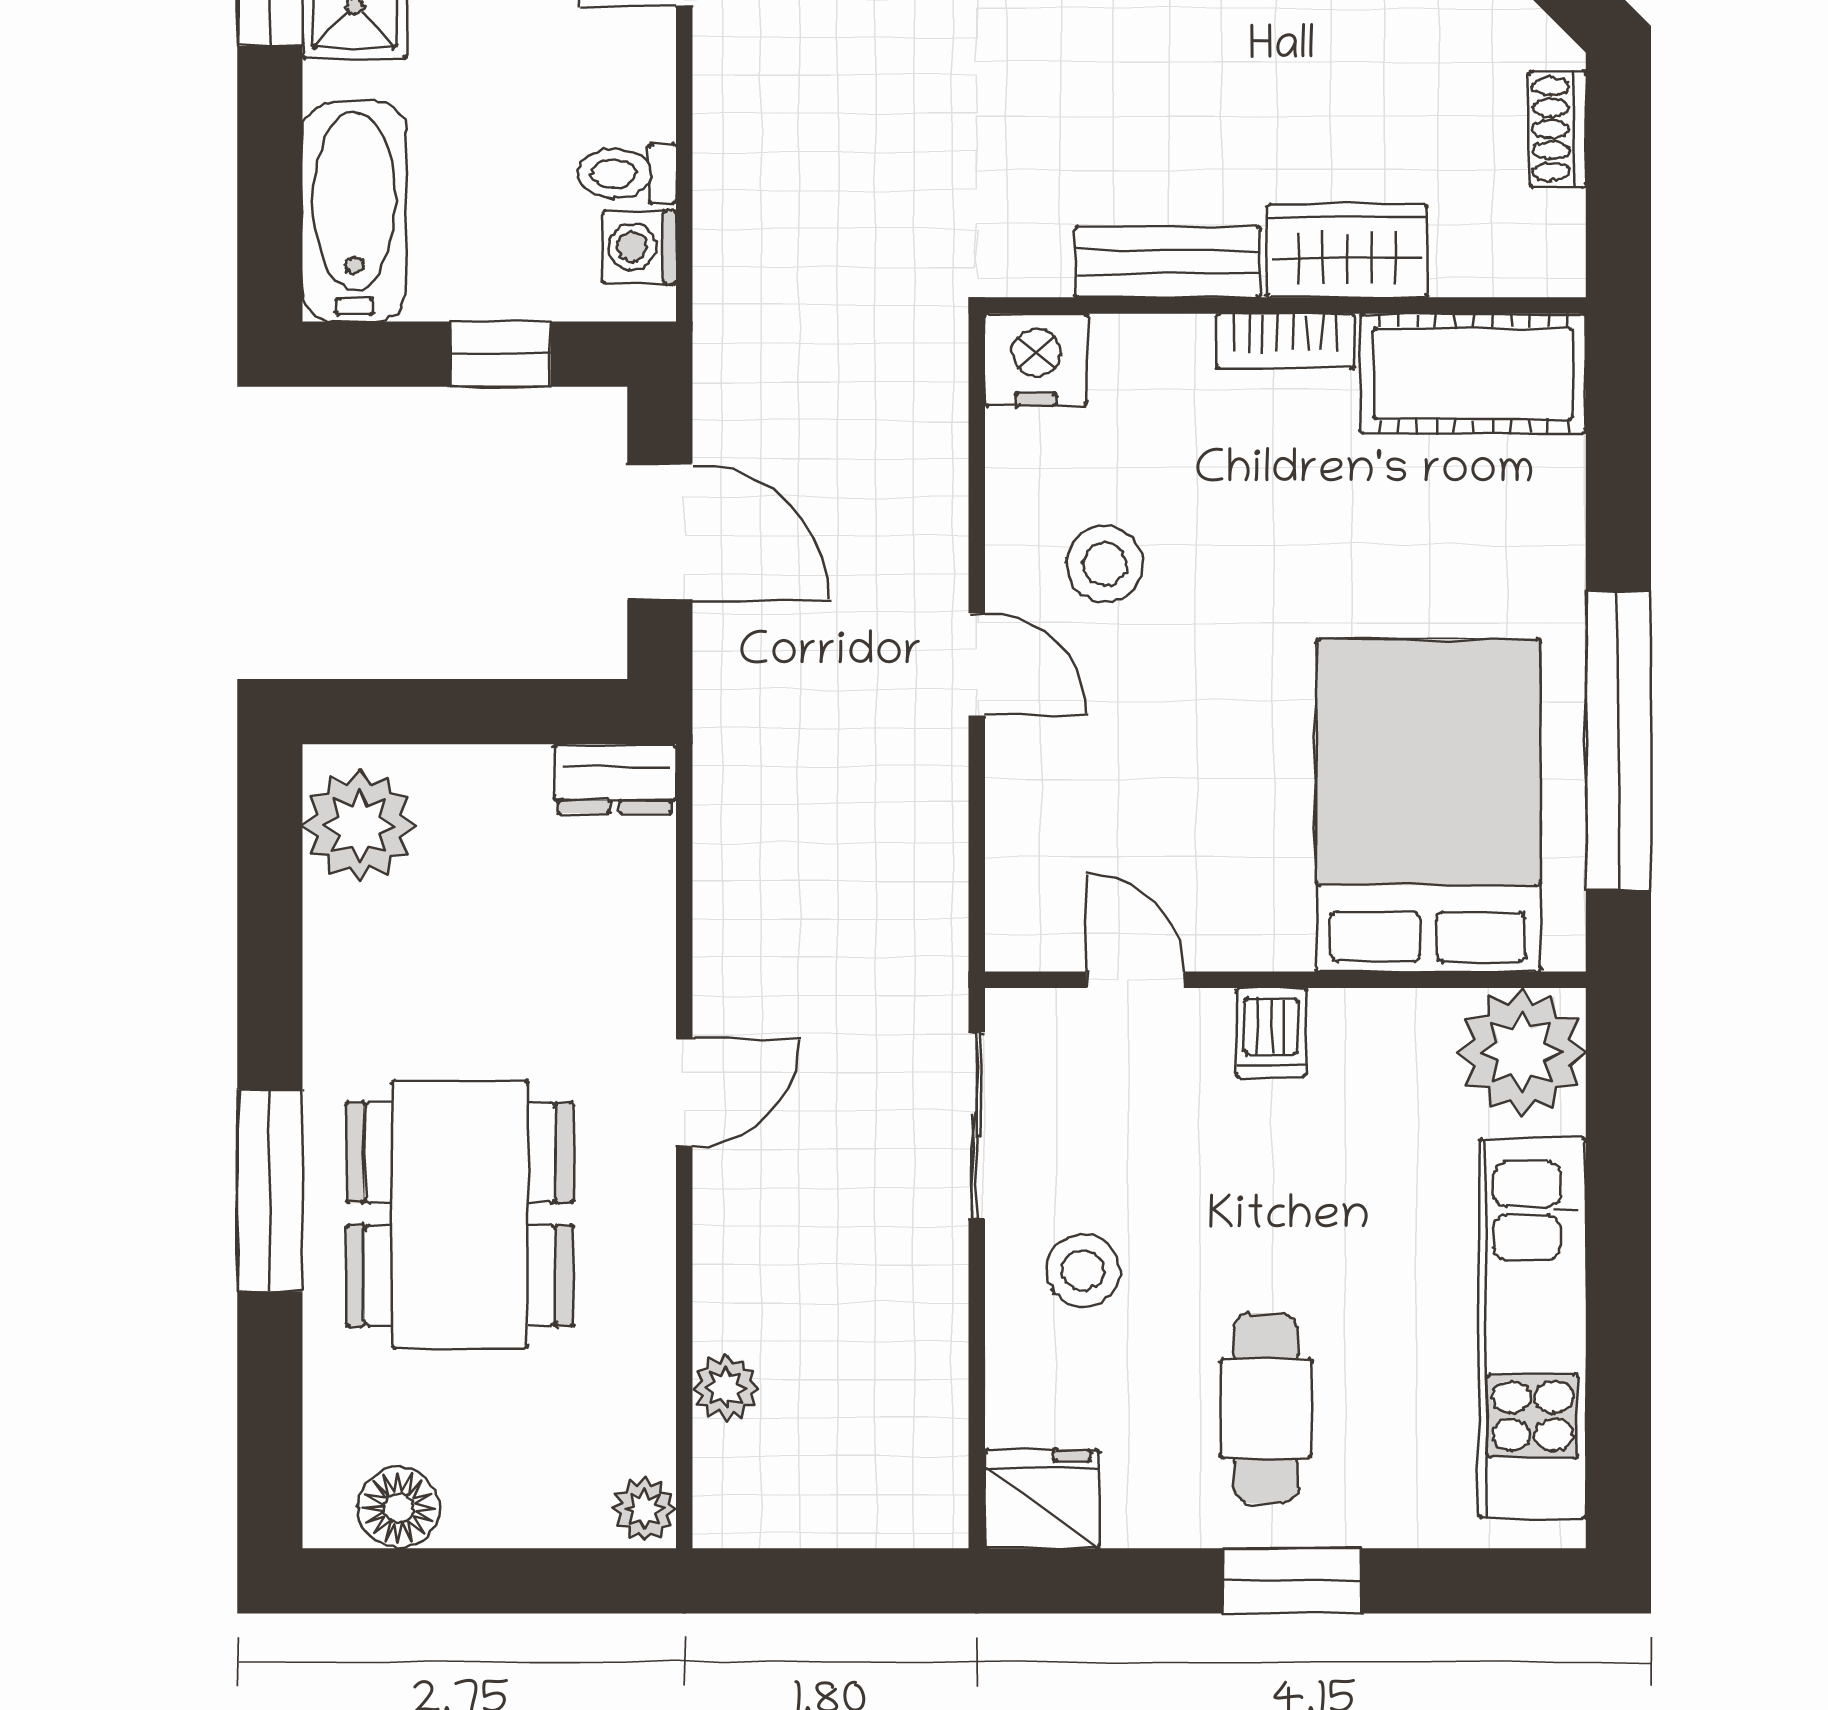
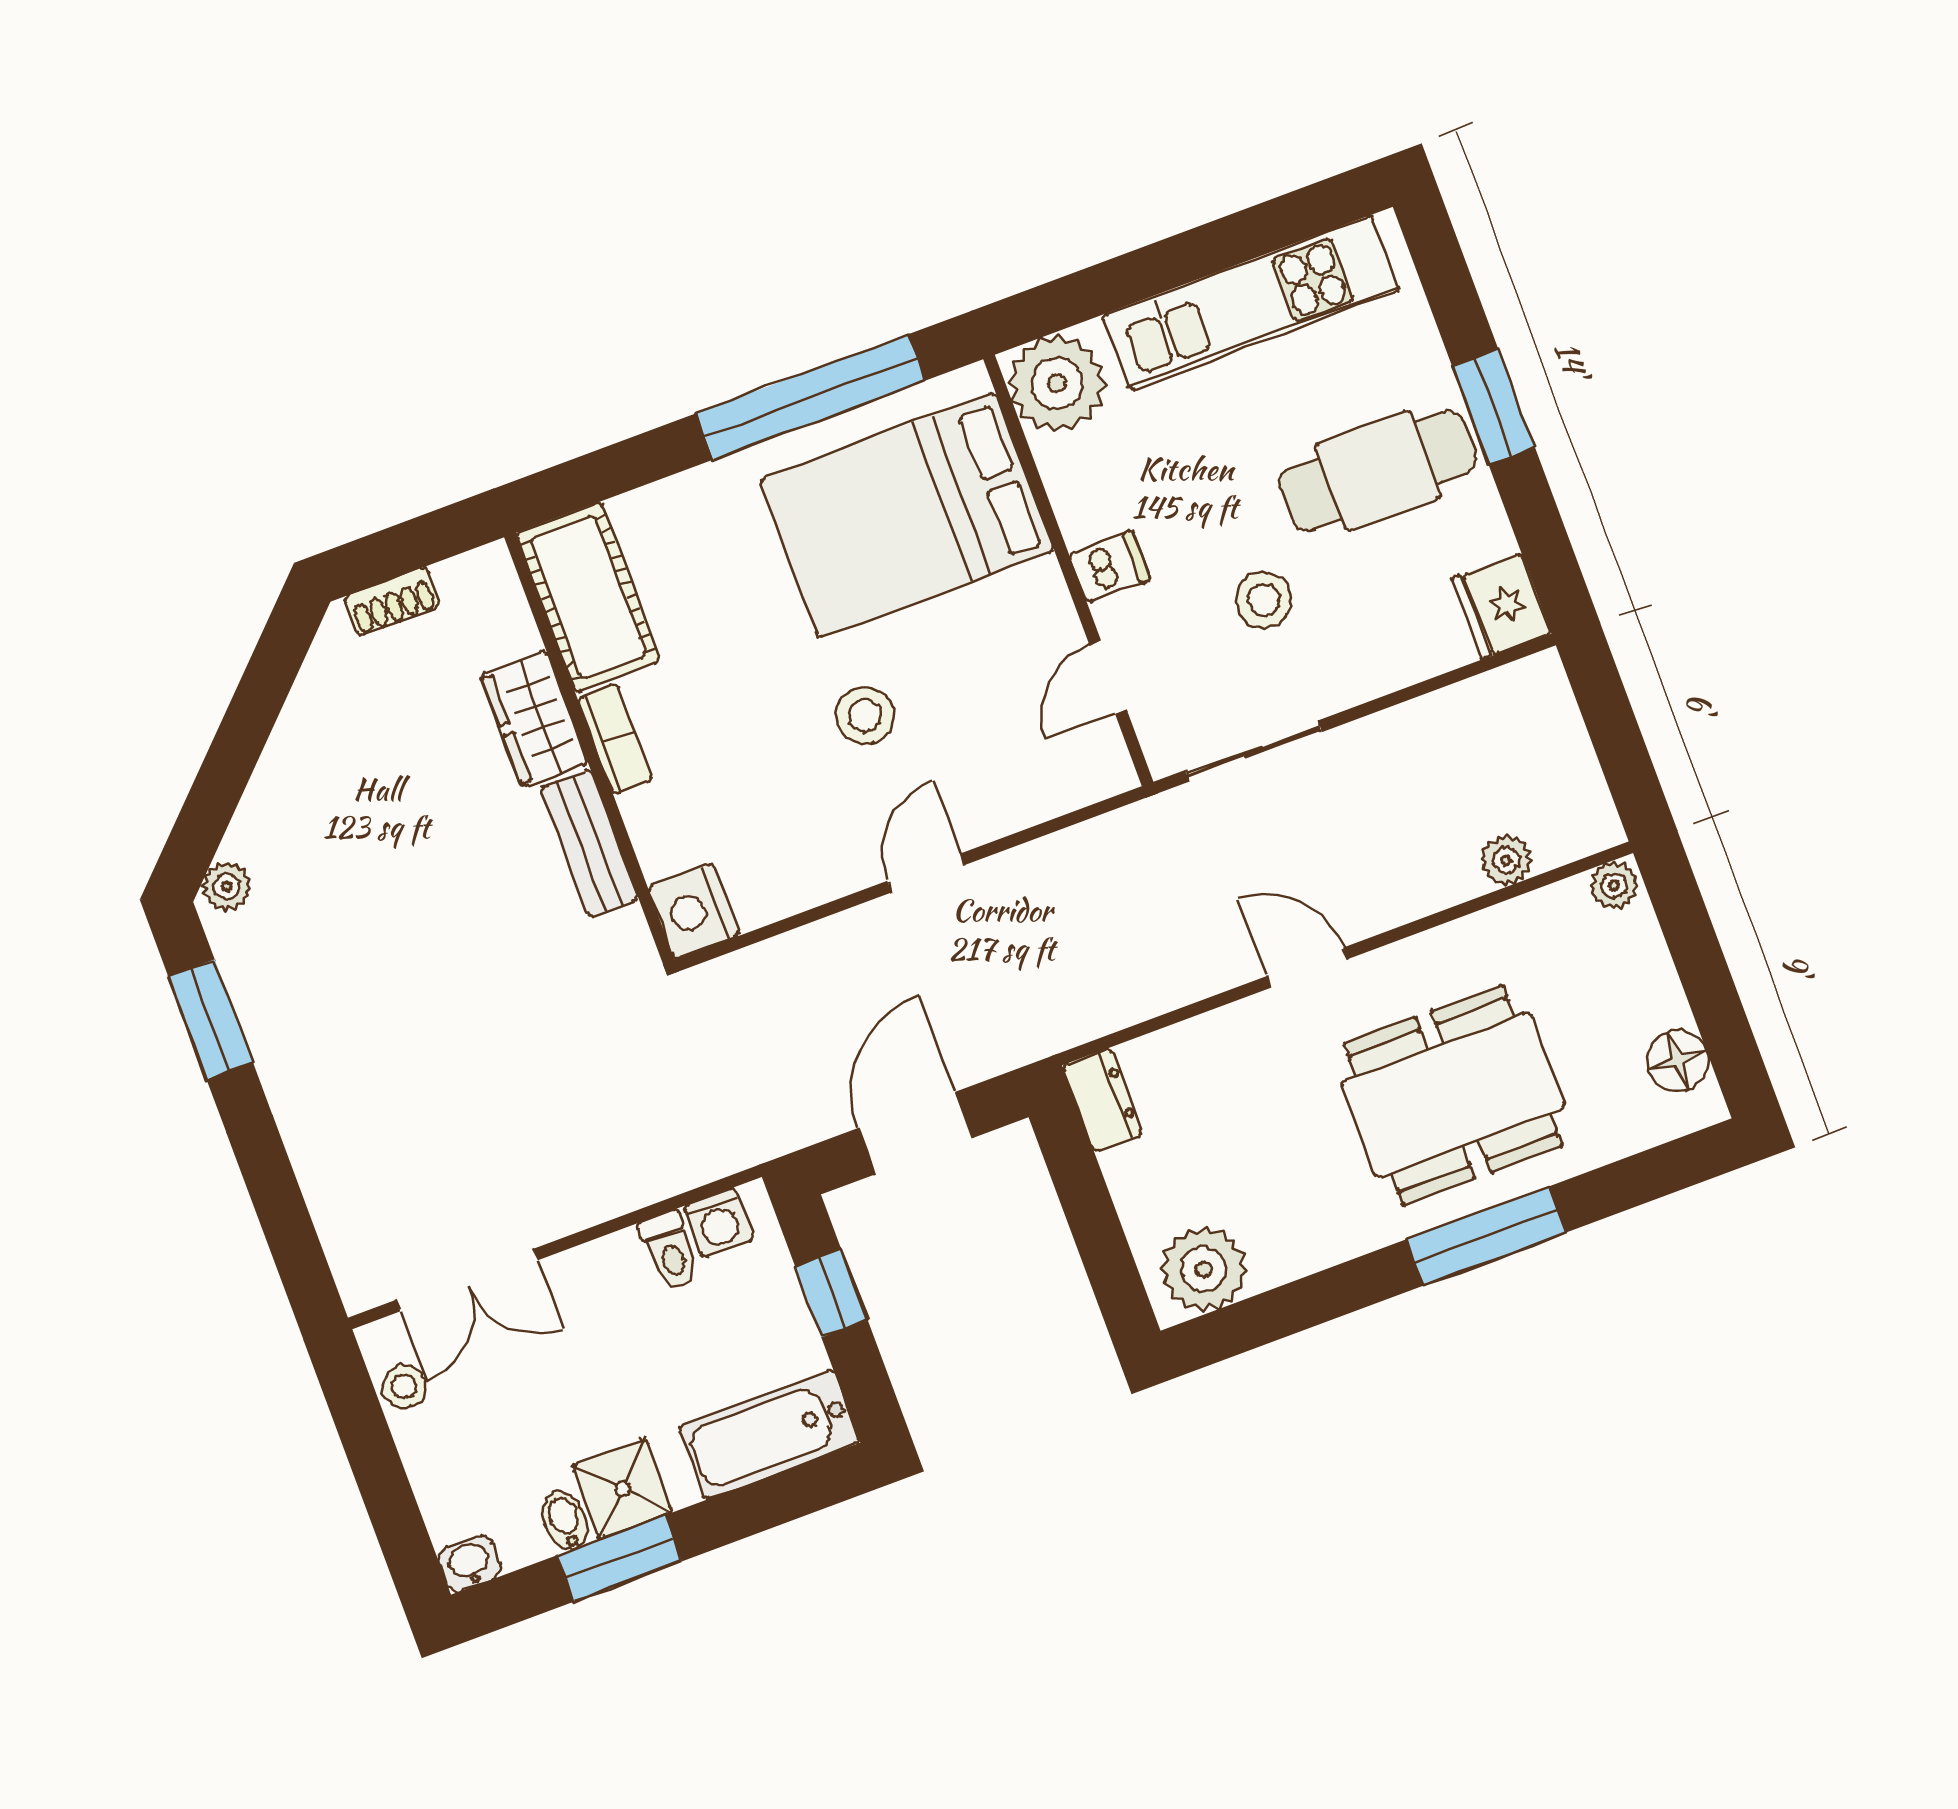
stool: (1105, 564) -> (865, 715), moved
stool: (1083, 1270) -> (1264, 600), moved
cafe table: (1266, 1408) -> (1378, 471), width x1.37, depth x1.35

